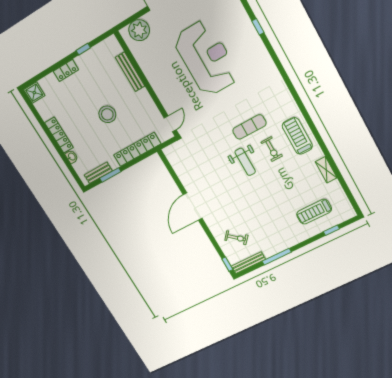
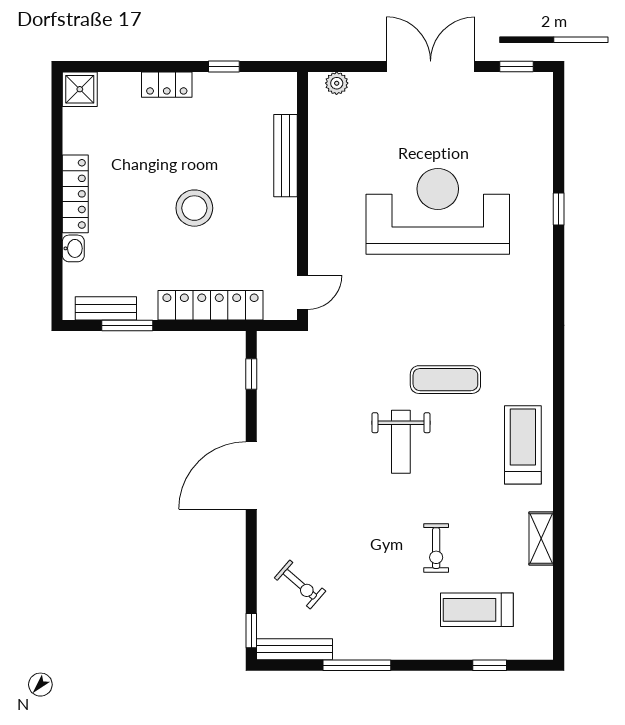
plant: (139, 30) -> (337, 83), width x0.53, depth x0.53
reception desk: (206, 58) -> (438, 211), turned -90
exercise bike: (272, 149) -> (436, 548), moved
window: (169, 168) -> (251, 374), added

